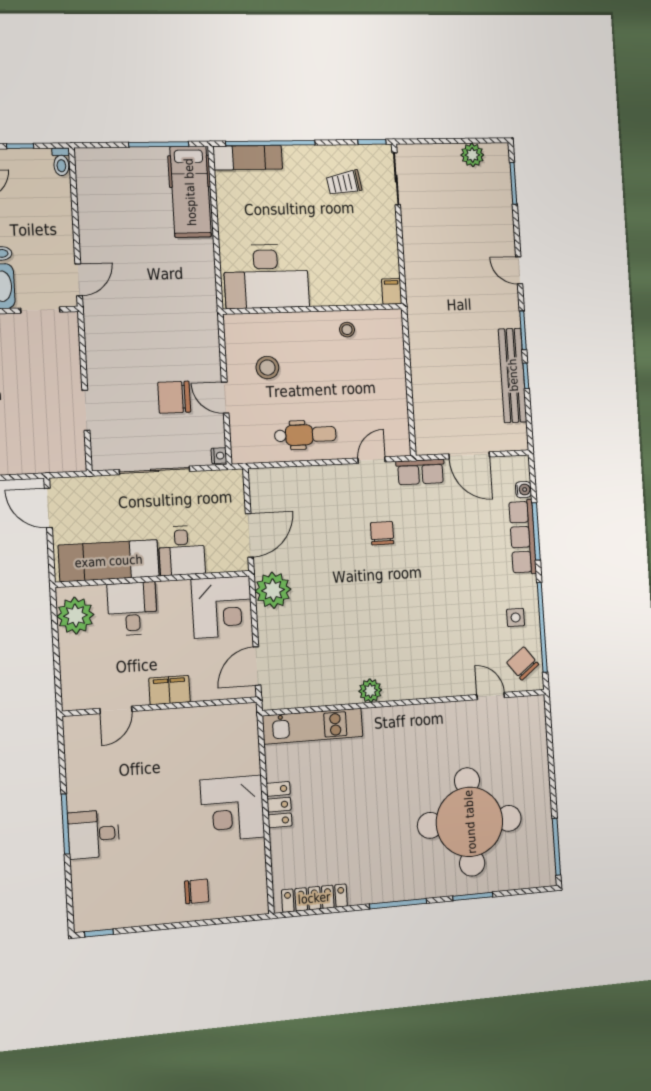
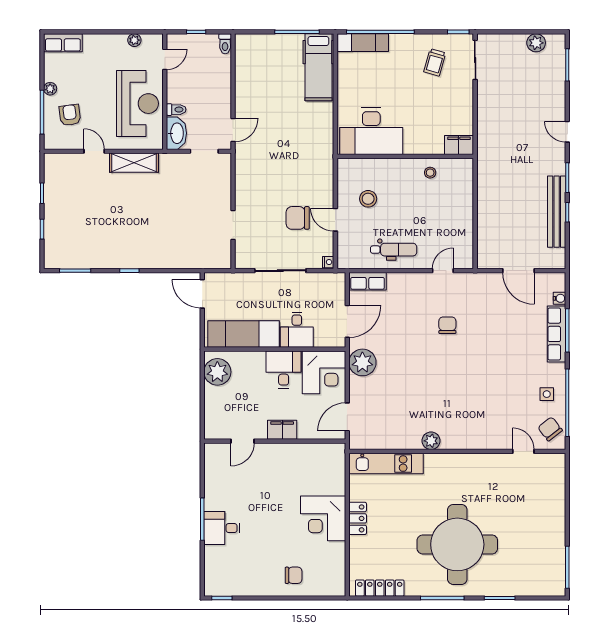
trolley: (344, 183) -> (435, 62), turned -64
filing cabinet: (392, 291) -> (459, 145), width x2.00
row of seats: (420, 472) -> (368, 281), moved
desk: (132, 609) -> (284, 369), moved
round table: (470, 822) -> (457, 544), moved

